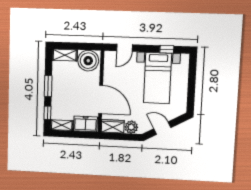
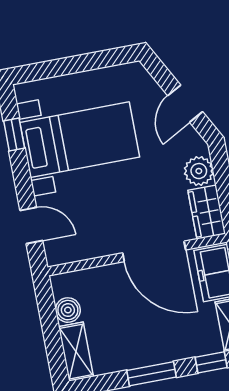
boiler: (88, 61) -> (68, 310), width x0.54, depth x0.54
door: (101, 99) -> (154, 251), swing flipped

